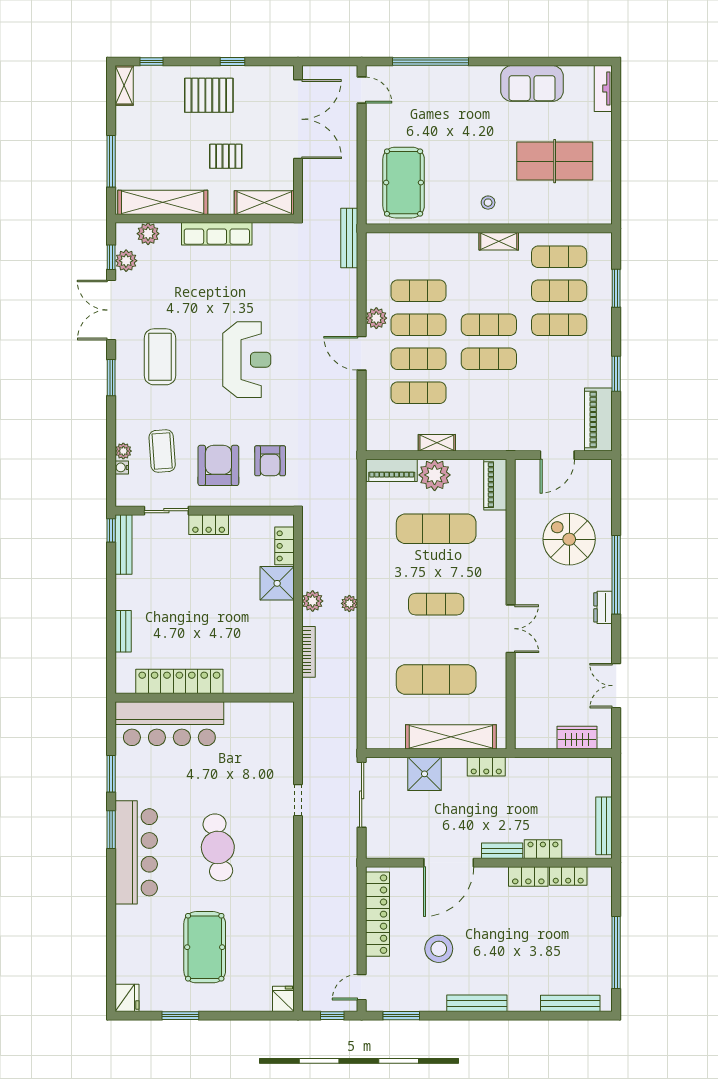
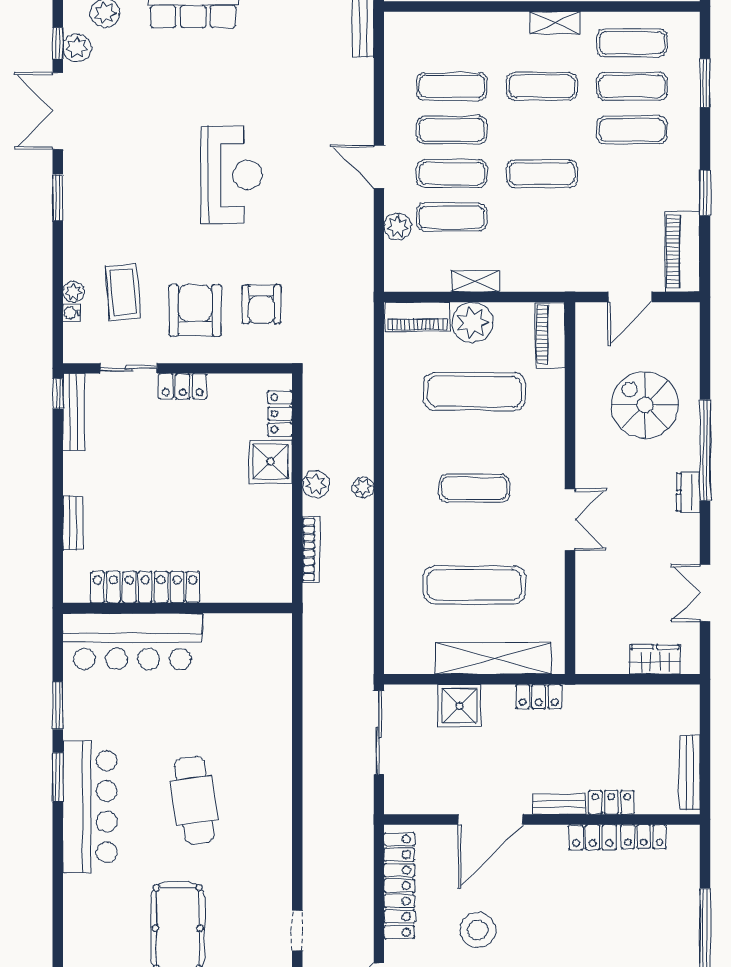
plant: (376, 318) -> (398, 227), moved
exercise mat: (489, 325) -> (542, 86), moved
coffee table: (160, 357) -> (120, 171), removed
doorway: (298, 800) -> (297, 930), moved

